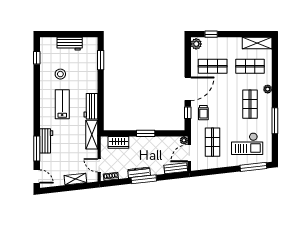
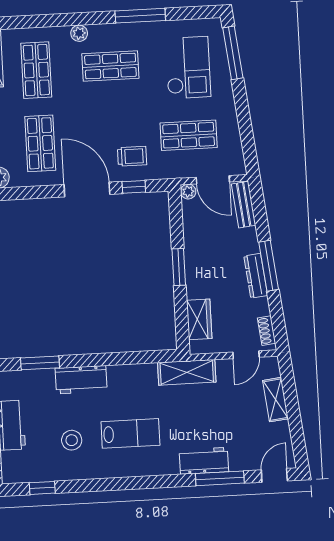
lab bench: (62, 104) -> (130, 433), turned 180
workbench: (91, 106) -> (81, 380), moved

